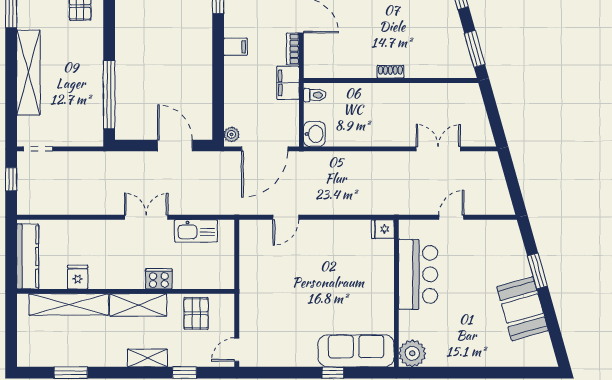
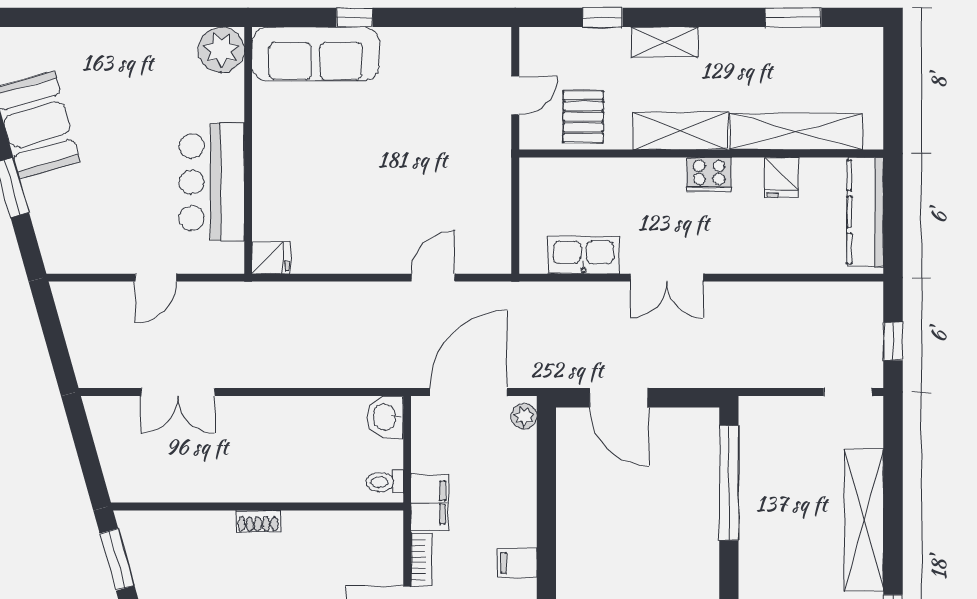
cooker: (159, 279) -> (709, 175), moved
door: (237, 350) -> (515, 96), moved

